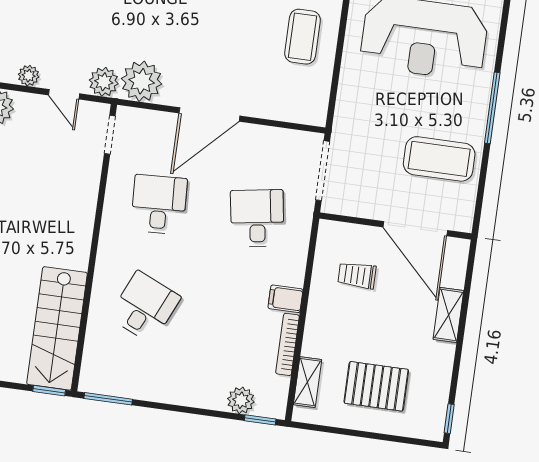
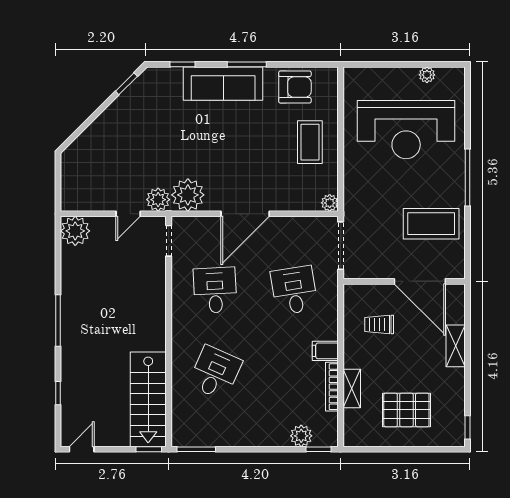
plant: (29, 76) -> (330, 203), moved
door: (64, 94) -> (128, 214), hinge flipped
shelving: (307, 382) -> (352, 388), moved

